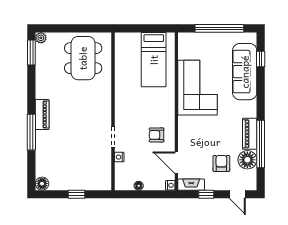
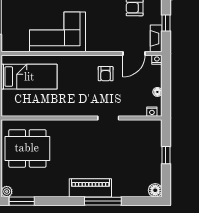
piano: (42, 115) -> (90, 188), width x1.37, depth x1.33
nightstand: (119, 157) -> (152, 112), moved

